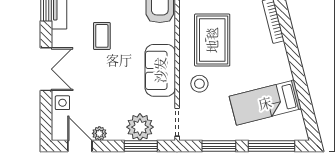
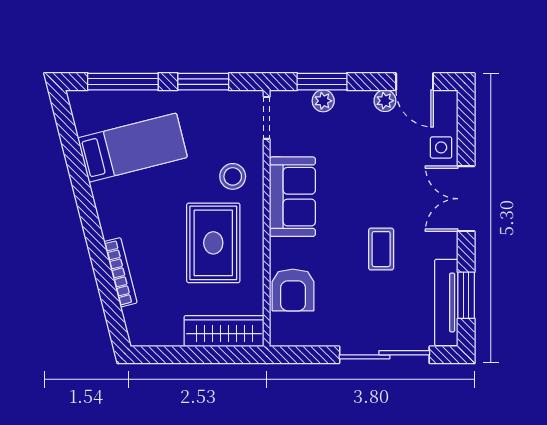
plant: (140, 127) -> (323, 101), width x0.53, depth x0.53

